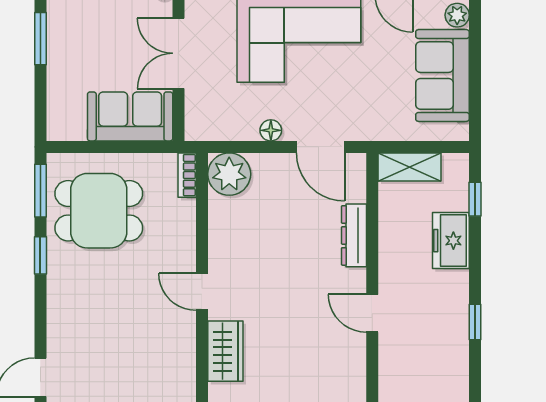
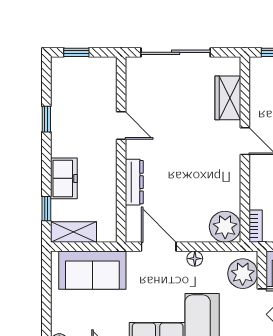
sofa: (442, 75) -> (92, 270), moved, turned 90
plant: (205, 110) -> (243, 274), added
shelving: (409, 167) -> (73, 232), moved

